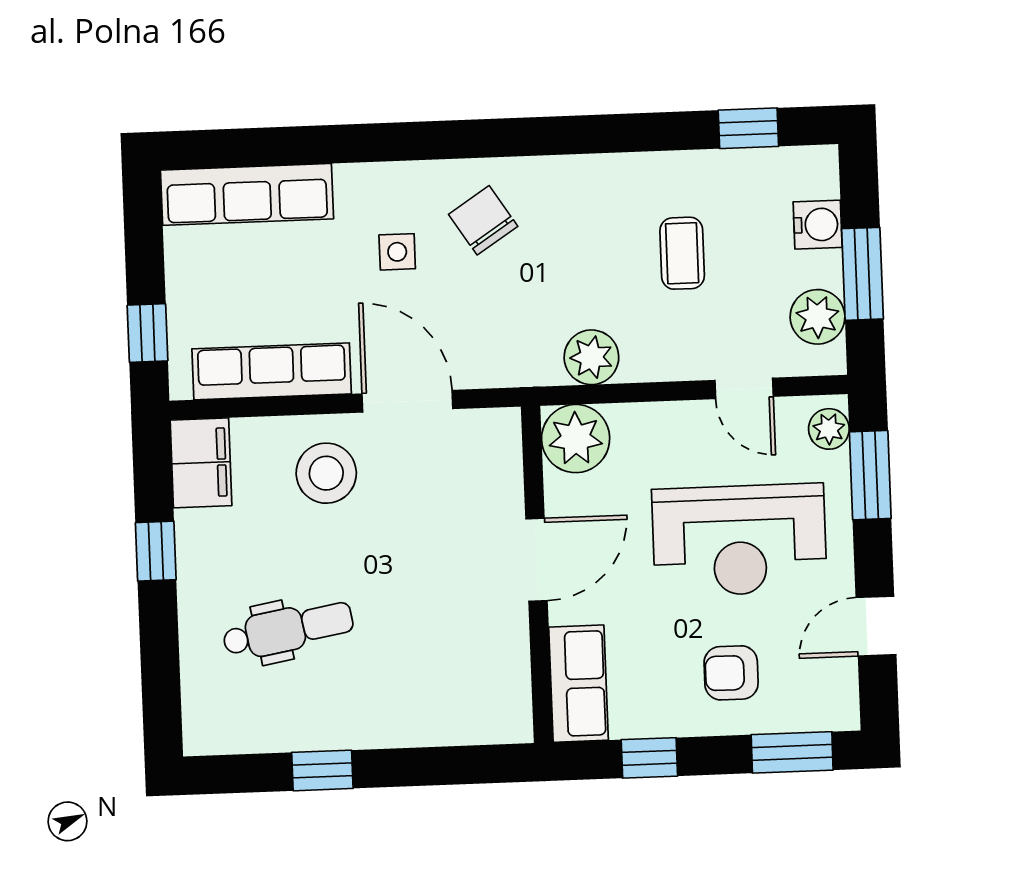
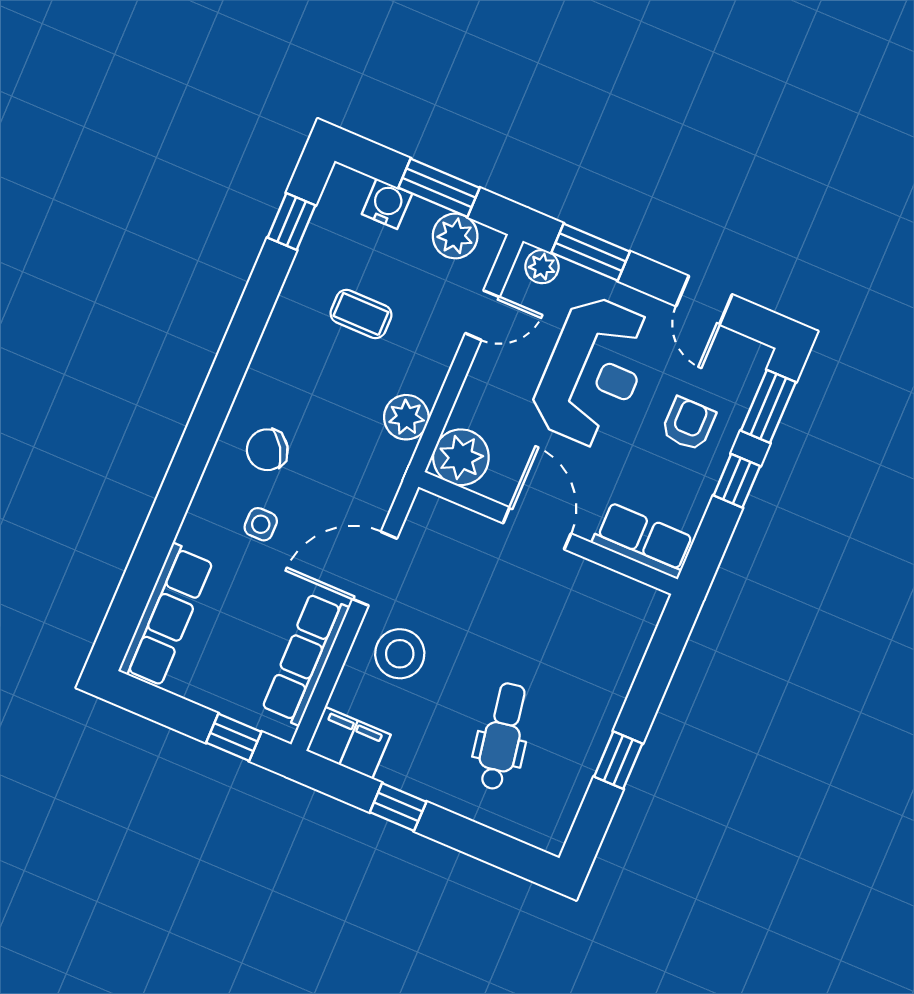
armchair: (731, 673) -> (688, 424), turned 180
window: (649, 758) -> (737, 481), moved

